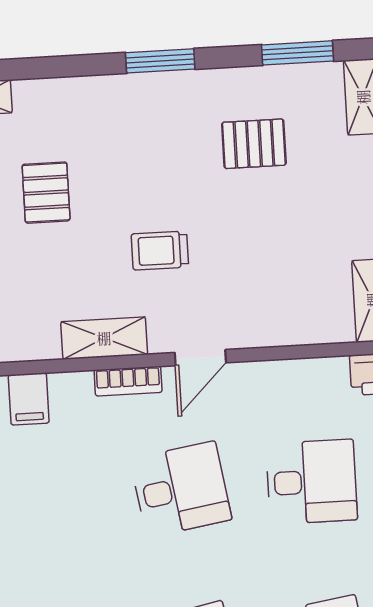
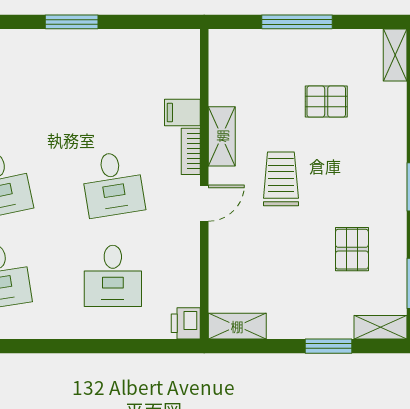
trolley: (160, 250) -> (281, 179), width x1.36, depth x1.39
door: (200, 358) -> (204, 203), swing flipped
filing cabinet: (29, 399) -> (182, 112), moved

